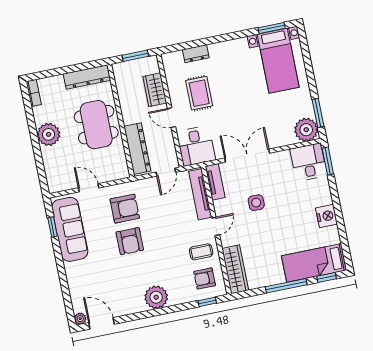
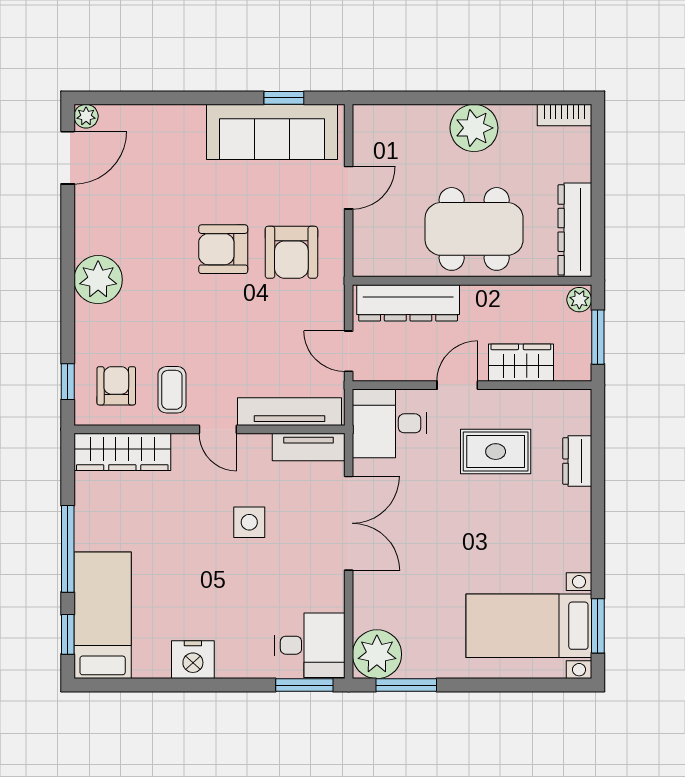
plant: (119, 68) -> (579, 300), added

